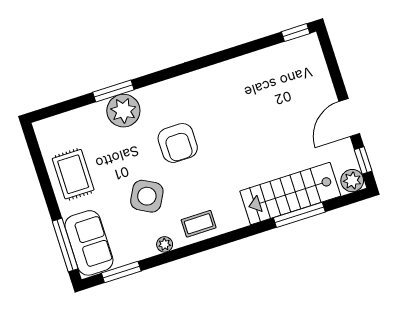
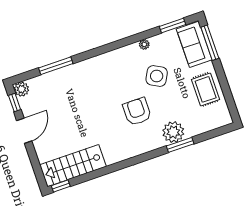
stairs: (290, 194) -> (73, 166), moved, turned 180
coffee table: (199, 224) -> (122, 59), removed

